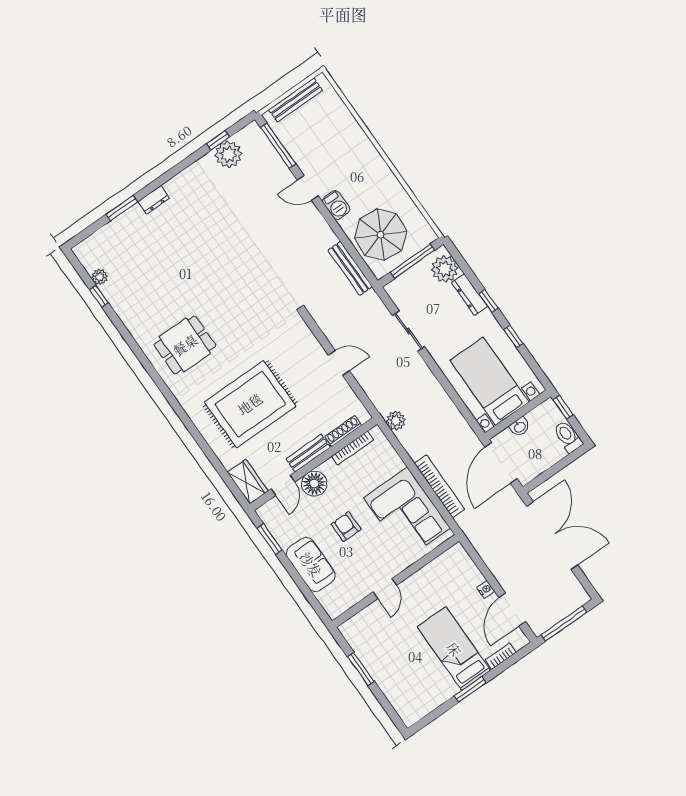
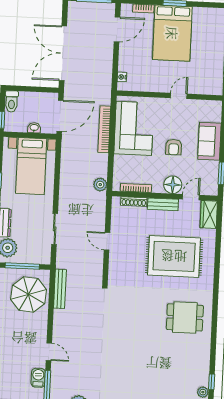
barbecue: (336, 205) -> (38, 378), moved
nightstand: (486, 589) -> (122, 77), moved
bed: (454, 649) -> (172, 33), width x1.50

